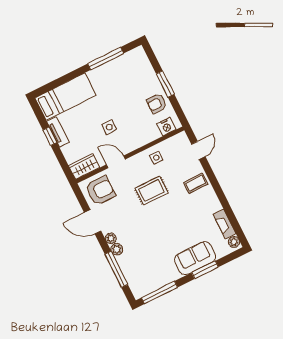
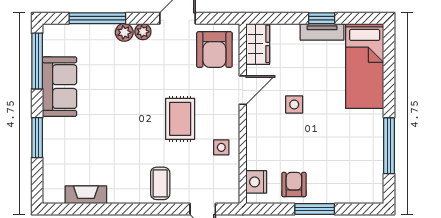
plant: (234, 242) -> (55, 195), removed
sofa: (195, 258) -> (60, 87), moved

